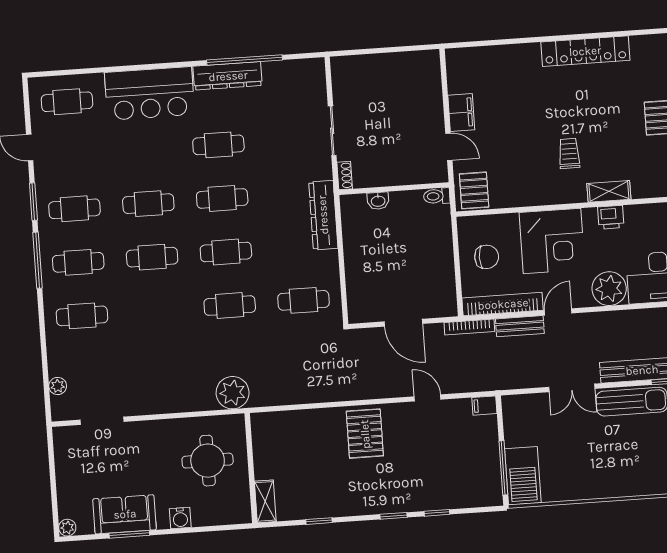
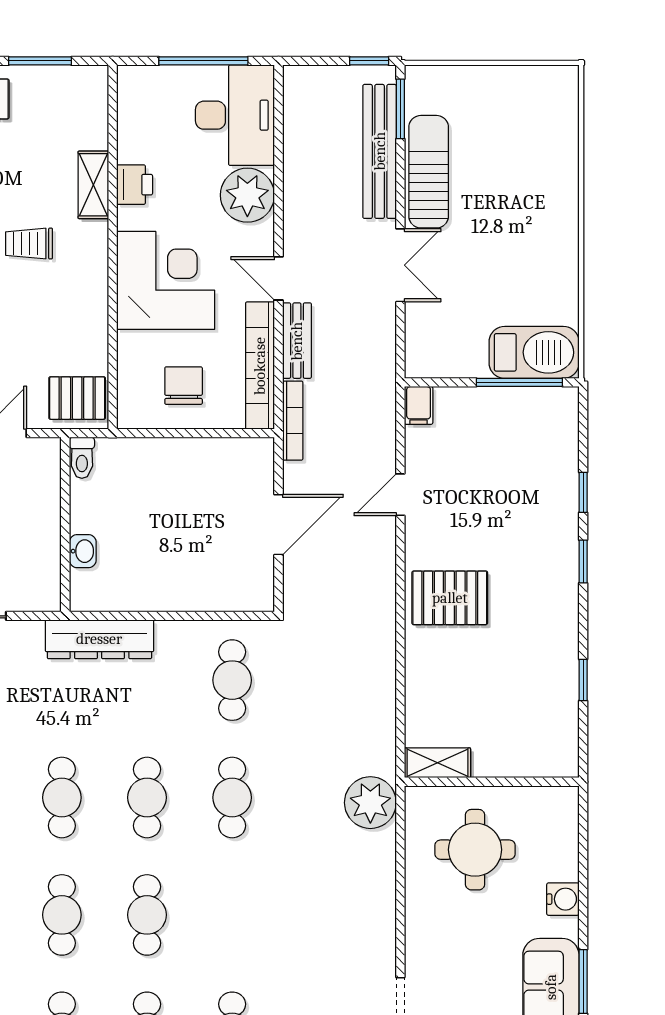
shoe rack: (345, 175) -> (39, 601), removed
shelving: (265, 501) -> (437, 763), moved

